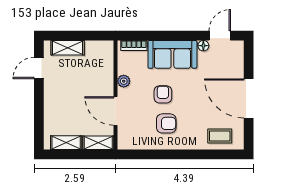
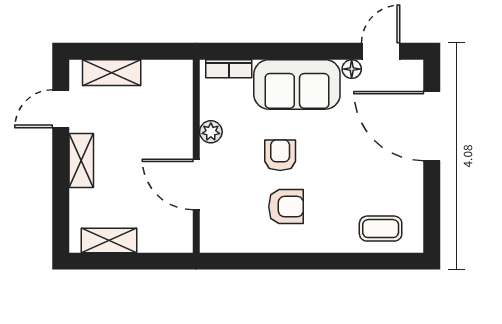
door: (249, 98) -> (432, 126), moved
shelving: (98, 143) -> (81, 160), moved, turned 90

